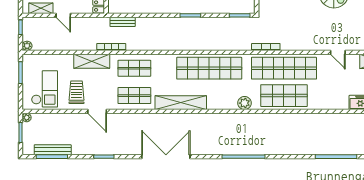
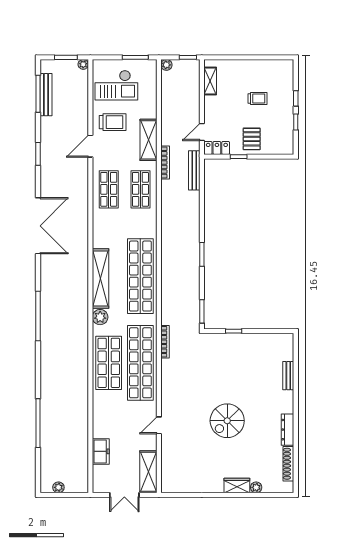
door: (63, 15) -> (202, 132), moved
bench: (123, 22) -> (194, 170), width x1.36
shelving: (181, 103) -> (100, 279), moved

